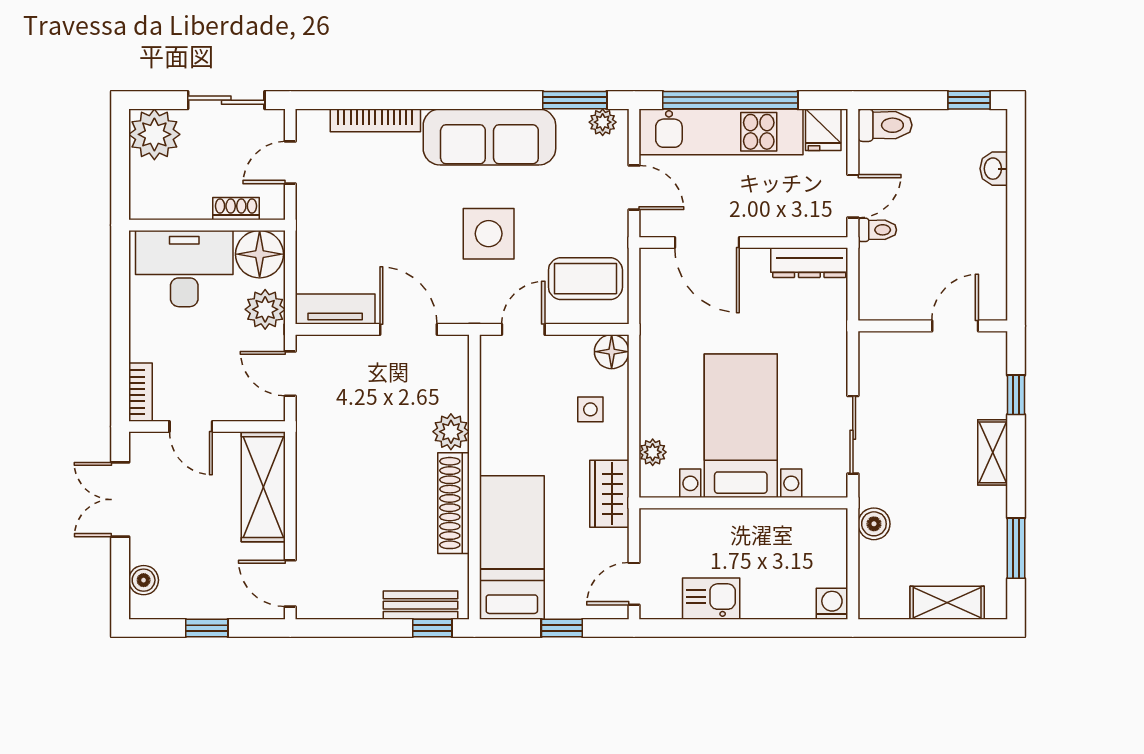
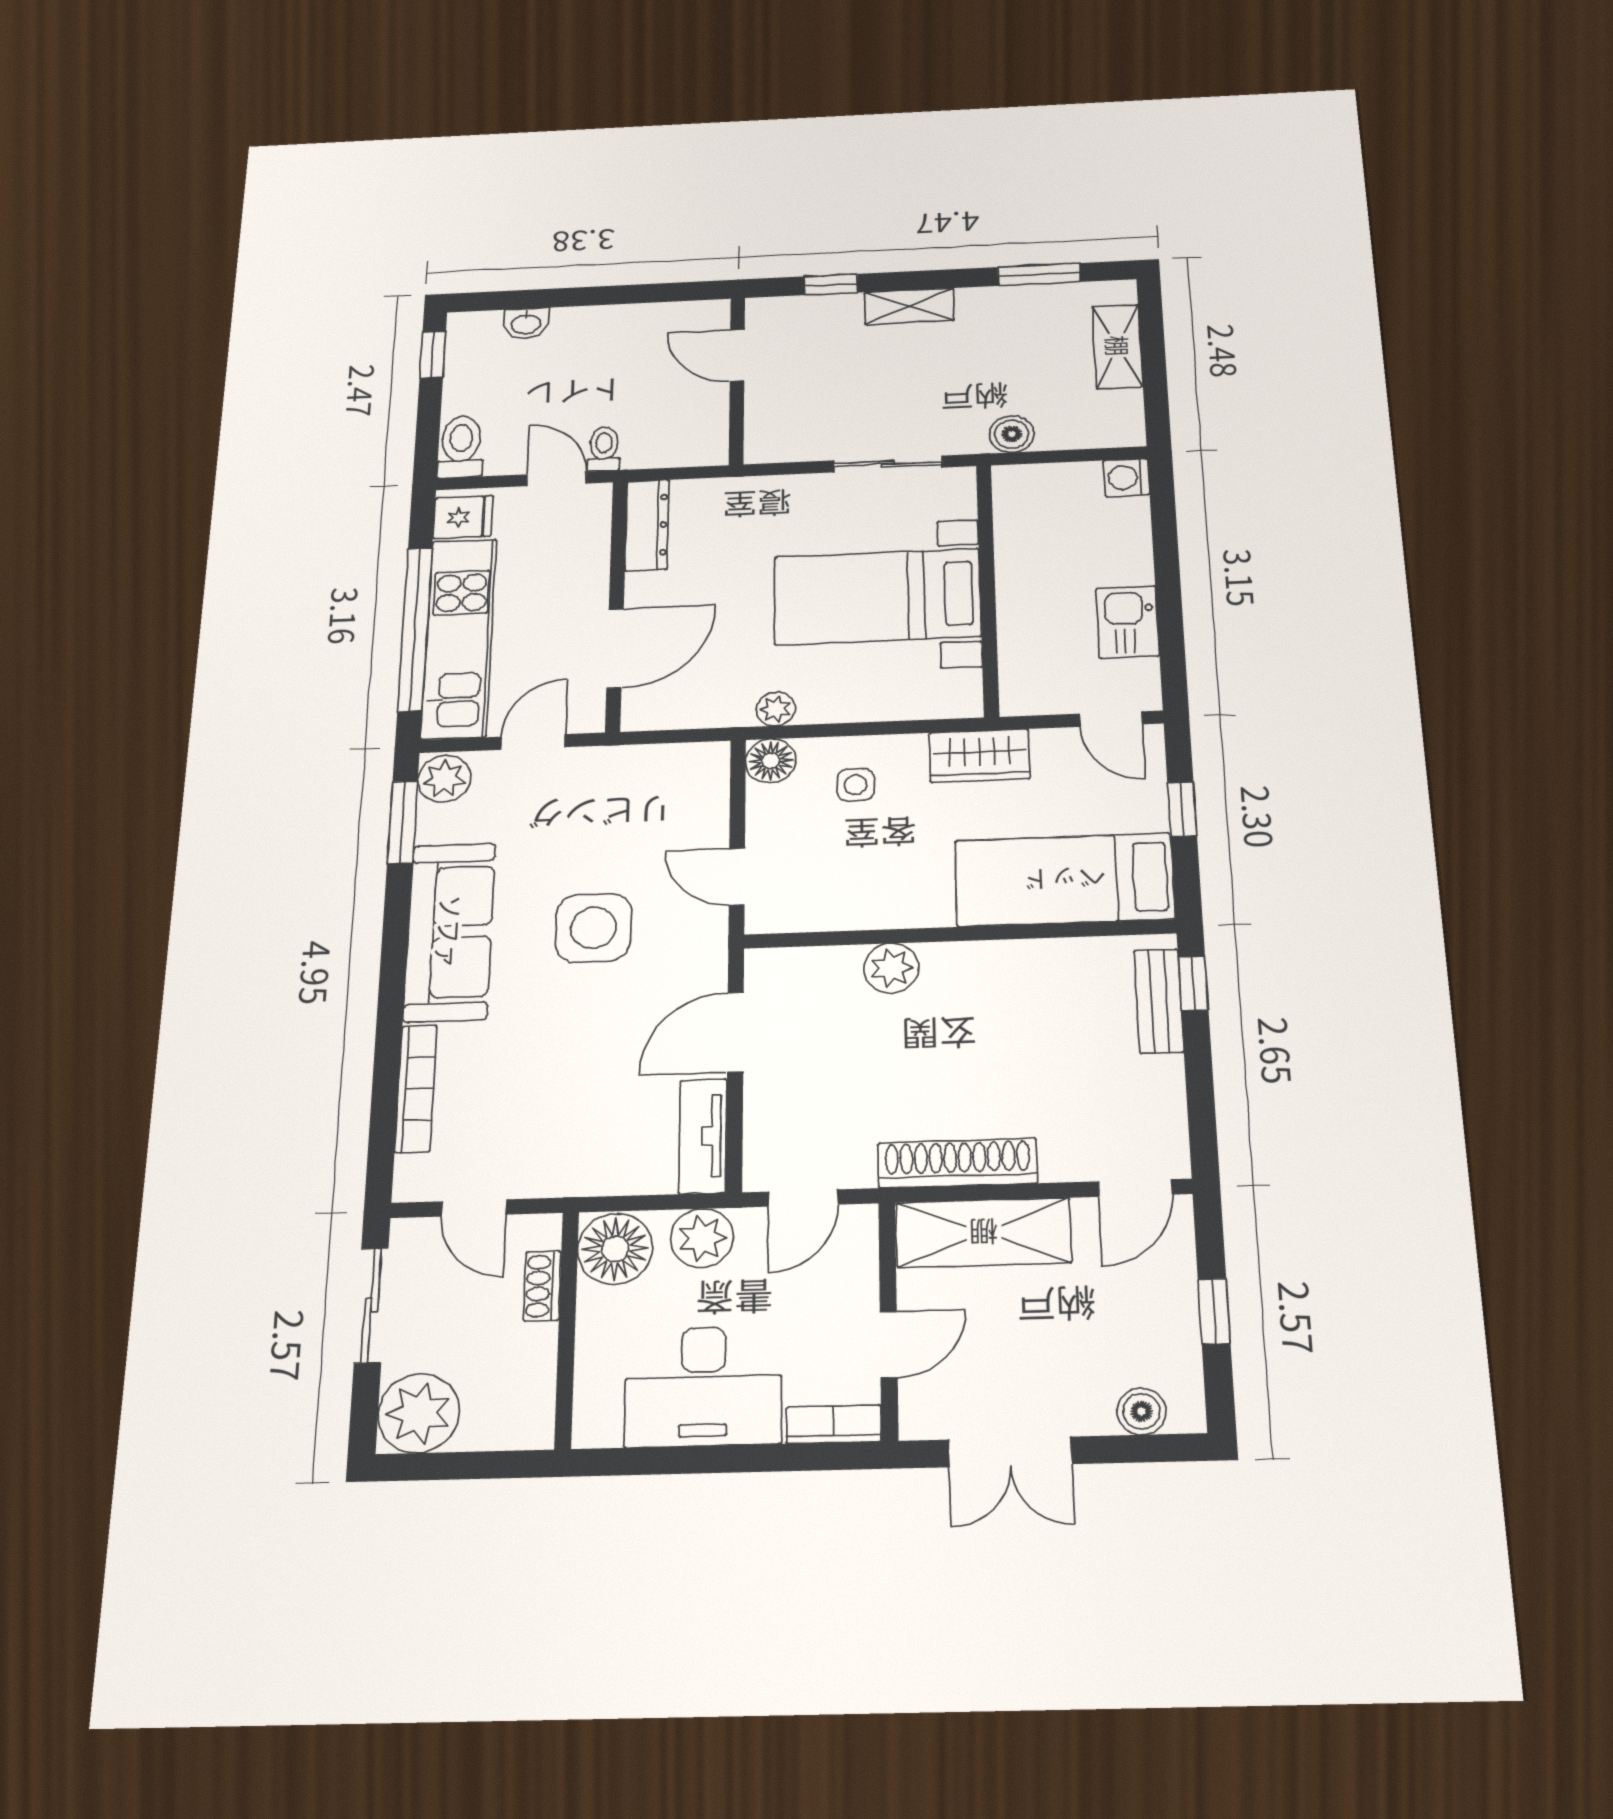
plant: (603, 122) -> (444, 779), width x1.38, depth x1.38
desk: (184, 269) -> (703, 1386), moved, turned -90
coffee table: (585, 279) -> (663, 798), removed
plant: (653, 452) -> (776, 709), moved
shoe rack: (454, 503) -> (958, 1163), moved, turned 180

